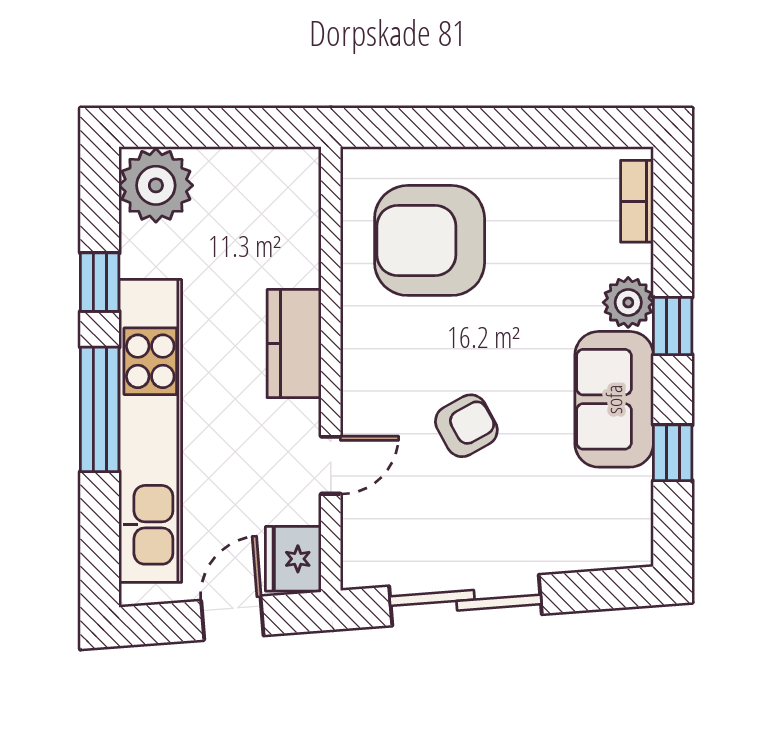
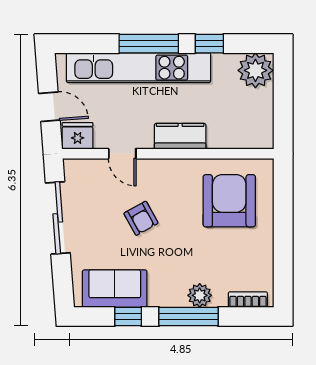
window: (673, 326) -> (188, 317), width x2.17
sofa: (614, 399) -> (115, 289), moved

